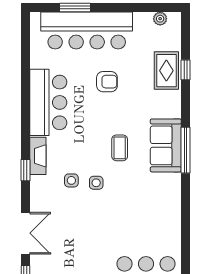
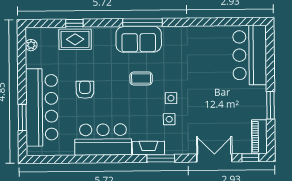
window: (25, 170) -> (161, 158), width x1.50

